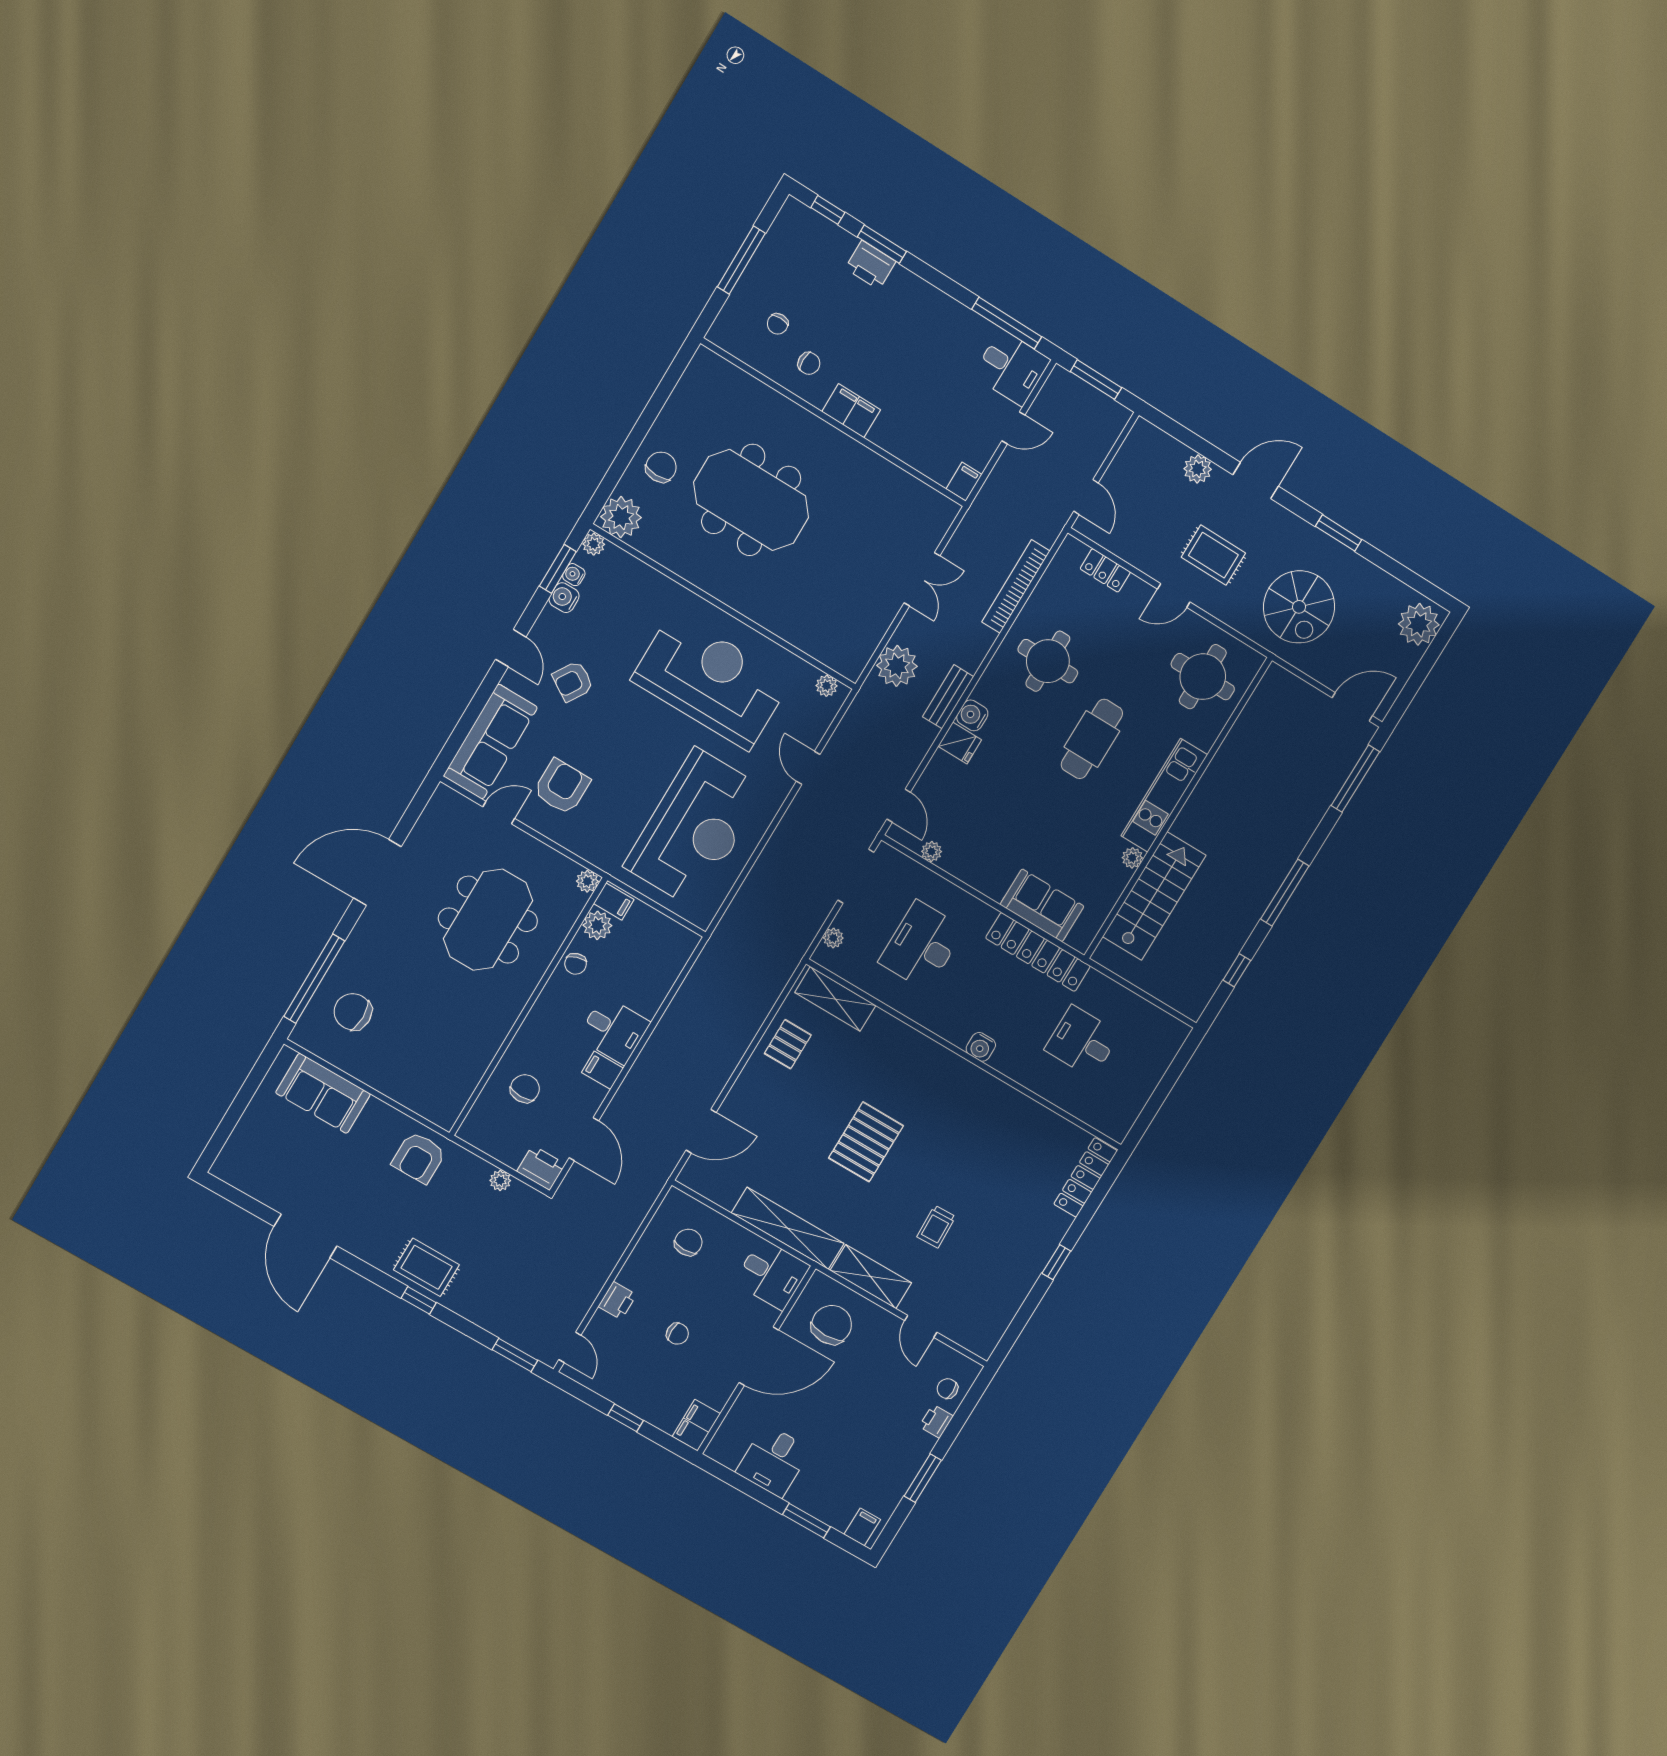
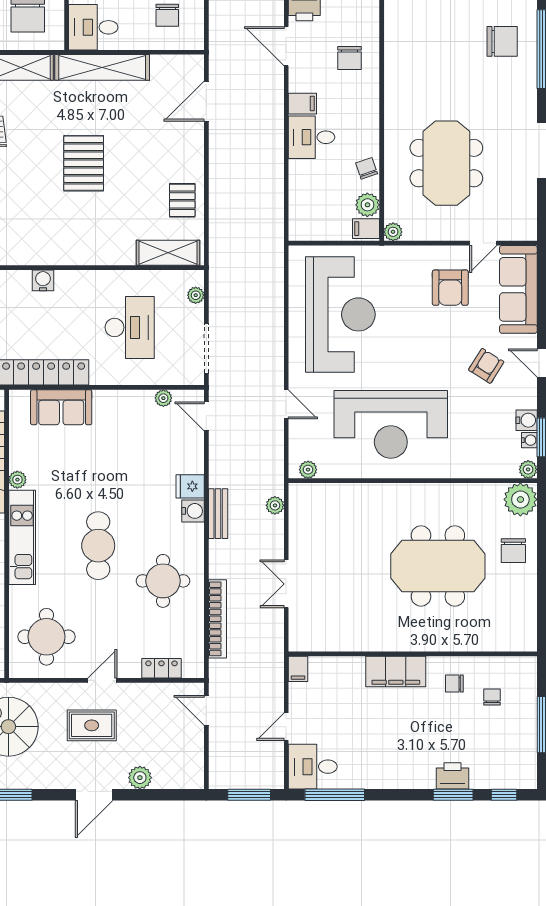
filing cabinet: (851, 411) -> (396, 671), width x1.50, depth x1.17
plant: (897, 666) -> (275, 505), width x0.53, depth x0.53
reception desk: (695, 828) -> (340, 314), turned 180

